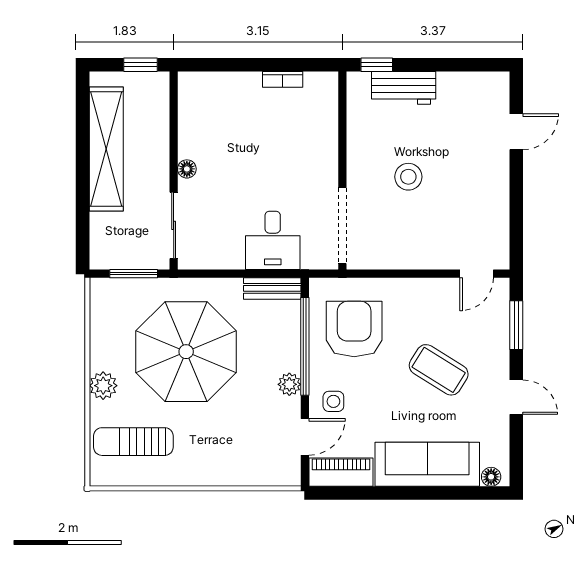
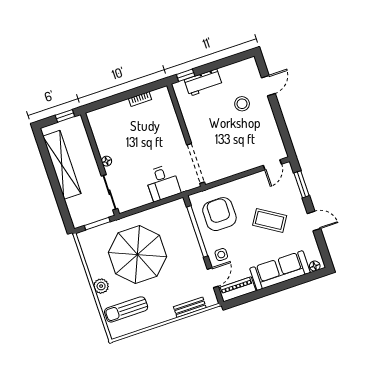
stool: (408, 177) -> (242, 104), moved
bench: (272, 288) -> (190, 307), moved
plant: (289, 384) -> (196, 253), removed

